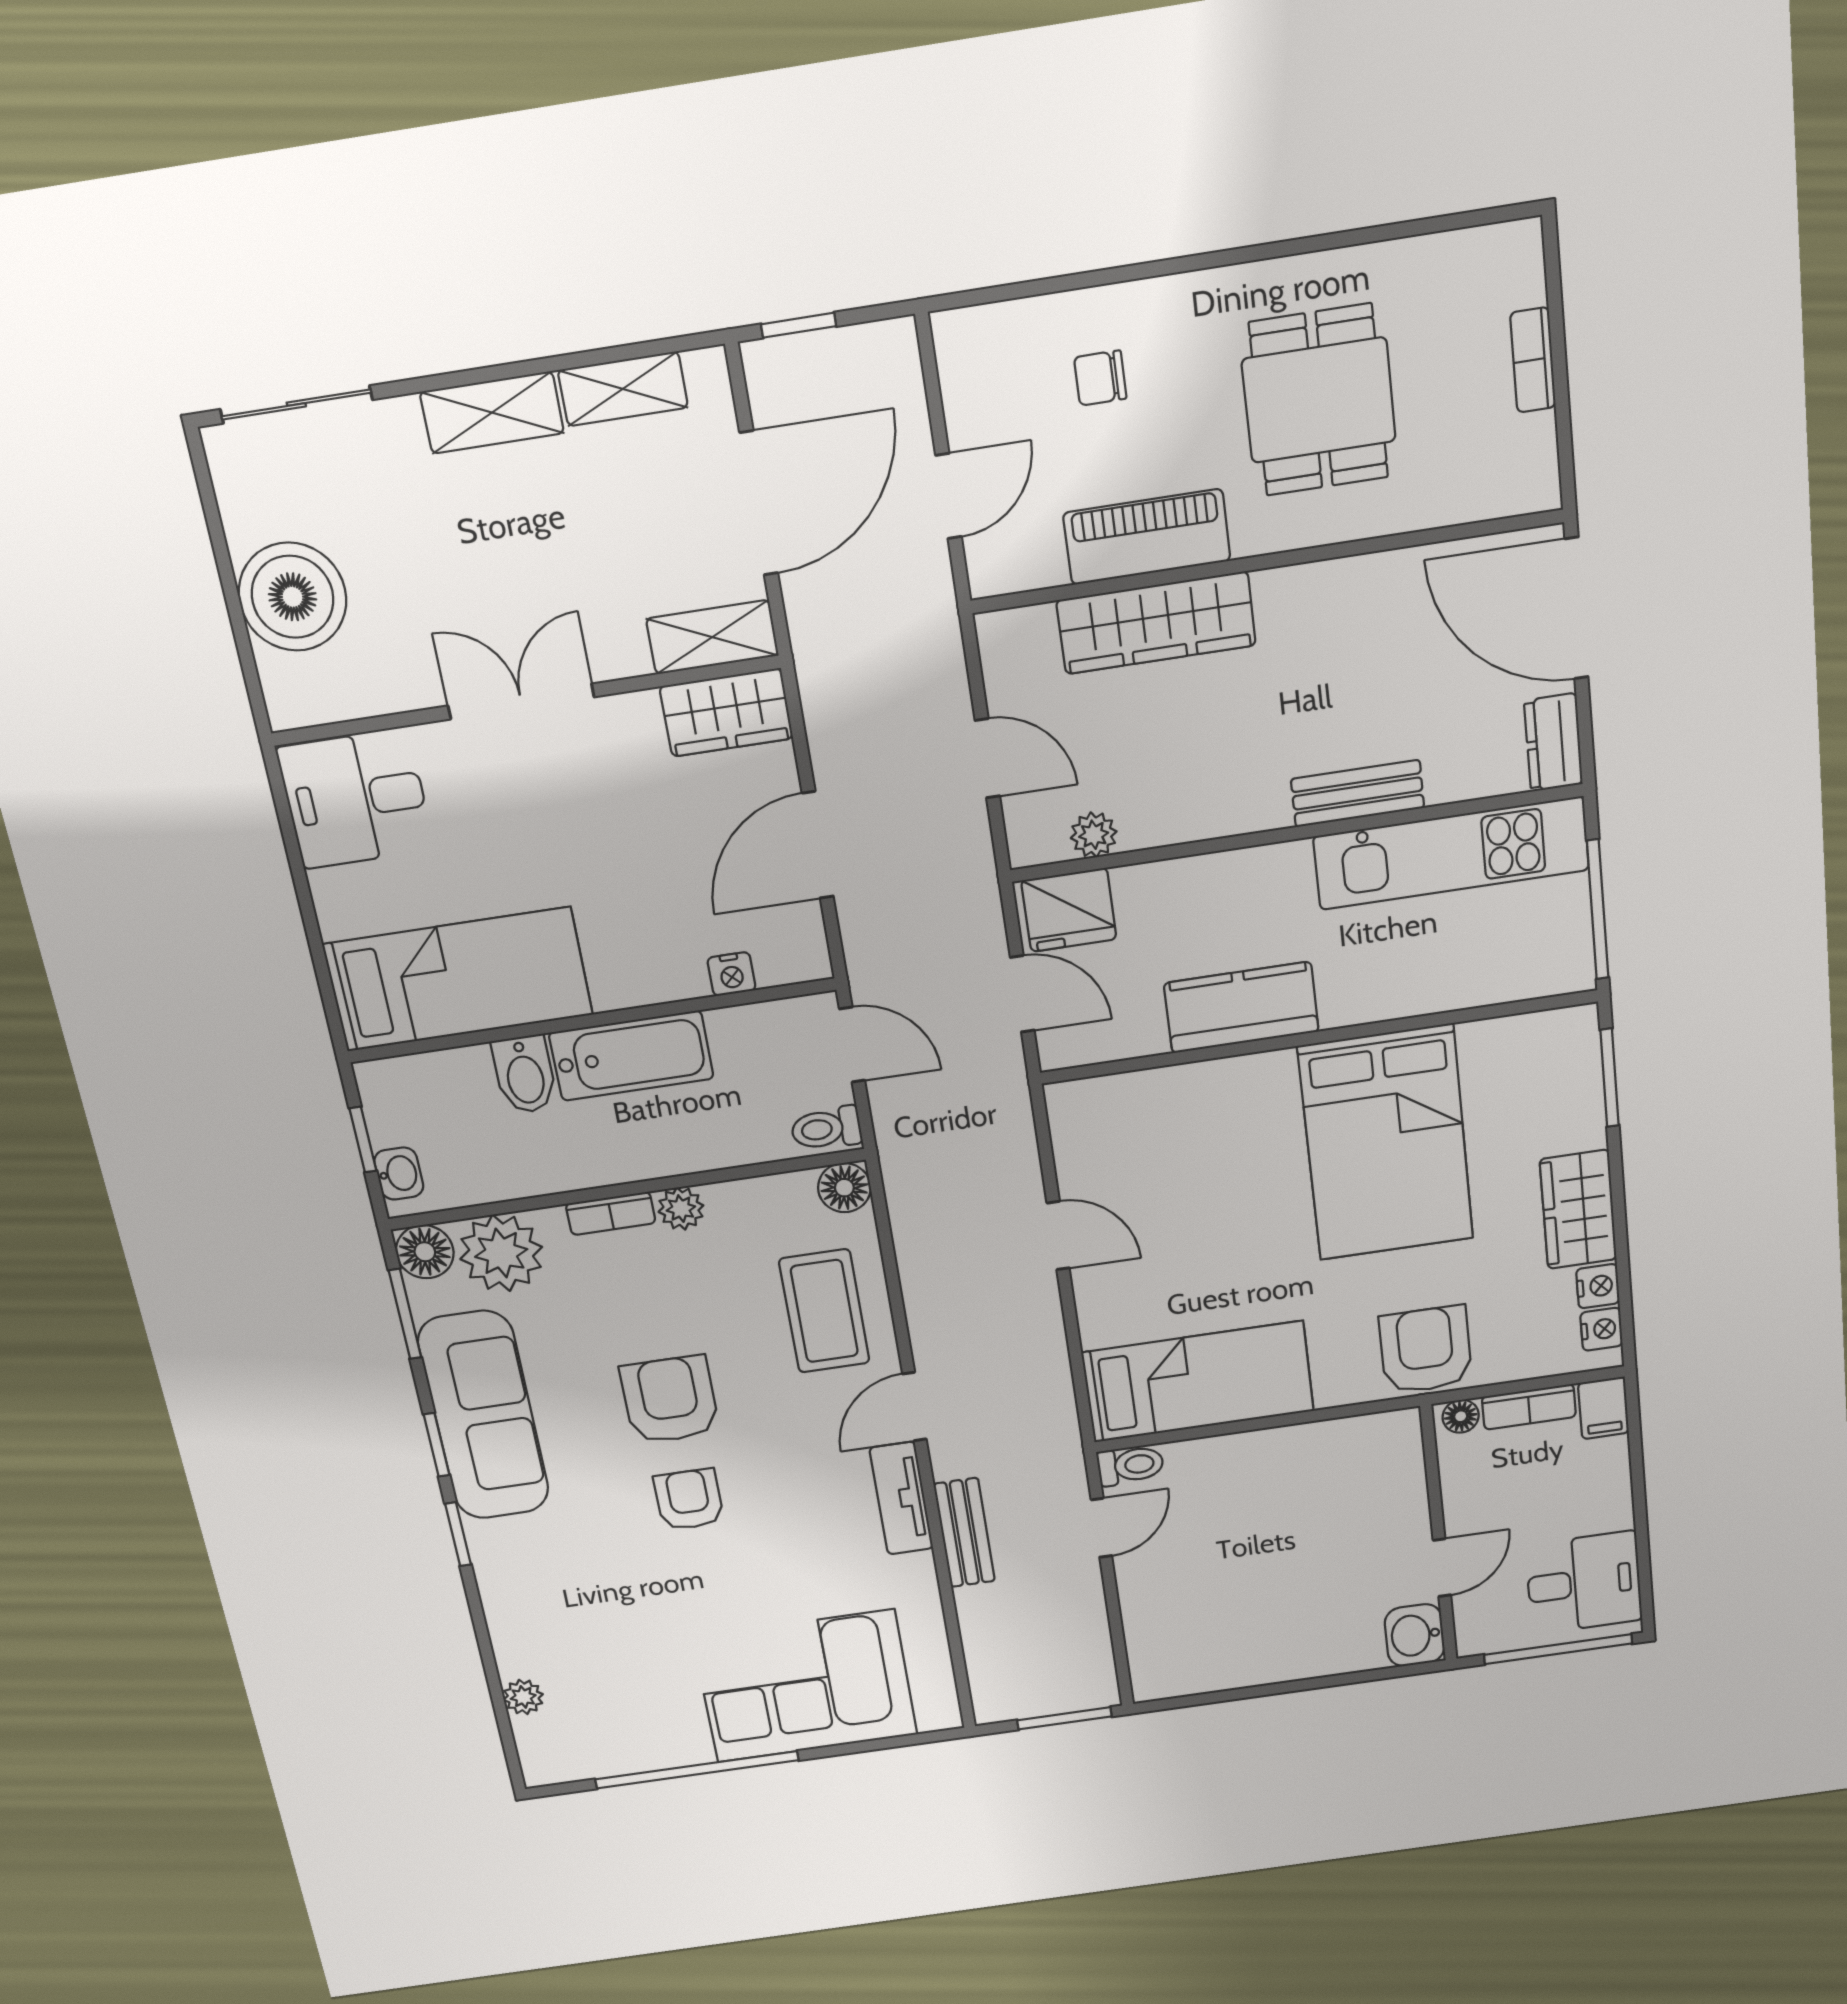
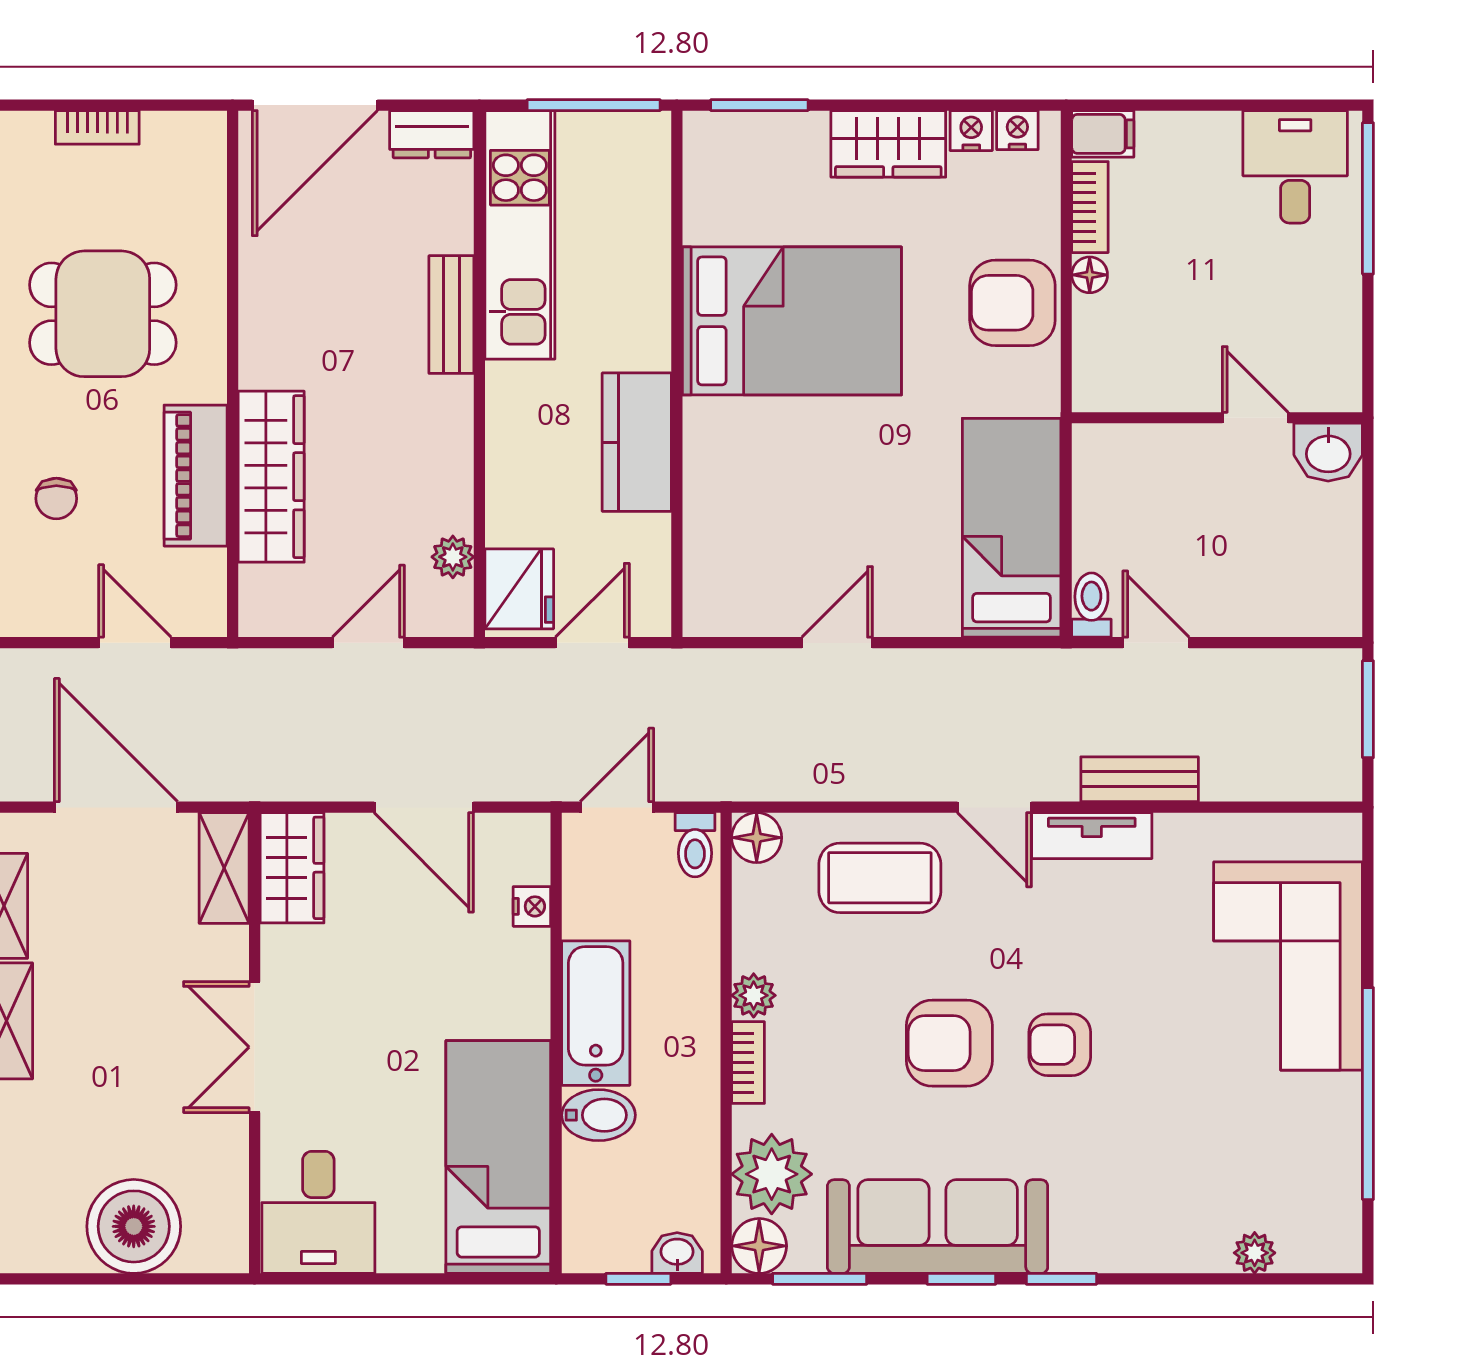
wall: (1439, 1535) -> (1217, 418), moved
door: (1442, 1568) -> (1255, 418), moved
washbasin: (1415, 1635) -> (1328, 452), moved

